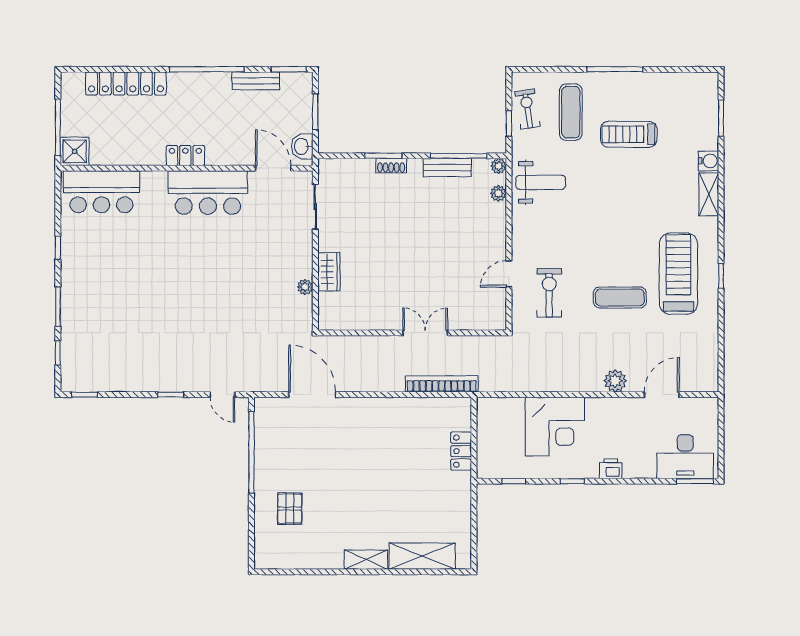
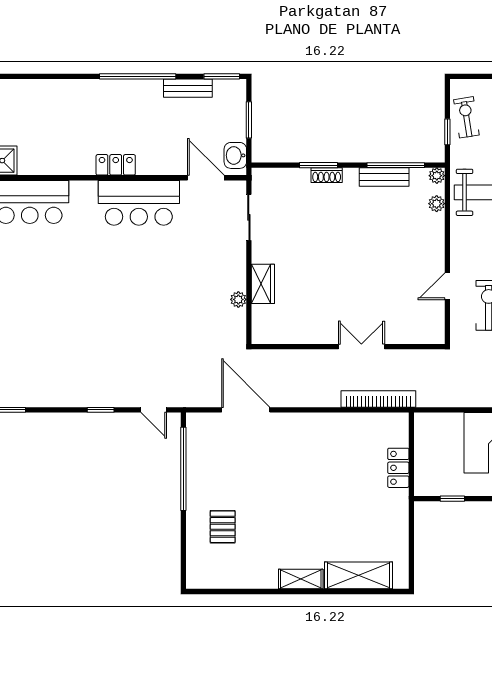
locker: (126, 83) -> (55, 91), removed

